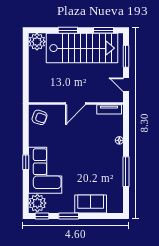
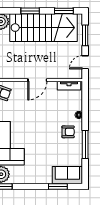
door: (126, 85) -> (85, 62), hinge flipped
armchair: (108, 158) -> (68, 132), added
sofa: (91, 204) -> (67, 175), moved
window: (69, 216) -> (58, 187), moved

